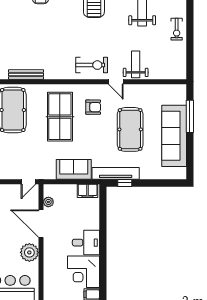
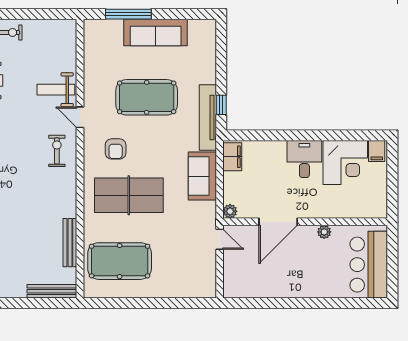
exercise bike: (92, 65) -> (57, 151), width x0.73, depth x0.72
door: (116, 82) -> (80, 117), swing flipped
armchair: (93, 107) -> (116, 149), turned 180
sofa: (174, 136) -> (156, 32), width x0.74, depth x0.79
plant: (48, 202) -> (230, 211), moved
plant: (29, 252) -> (324, 232), width x0.53, depth x0.53

